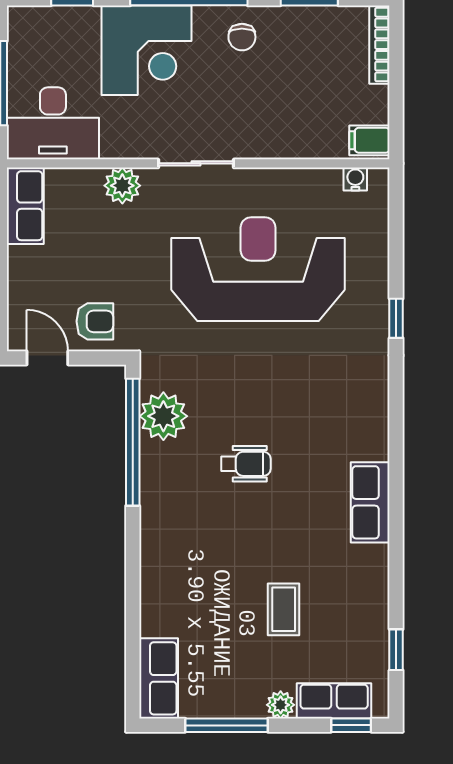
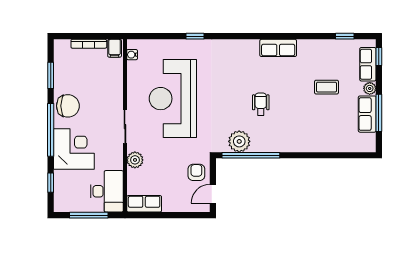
chair: (242, 37) -> (68, 106), width x1.87, depth x1.87
bookcase: (379, 45) -> (89, 44), moved
row of seats: (159, 678) -> (367, 114), moved, turned -90

